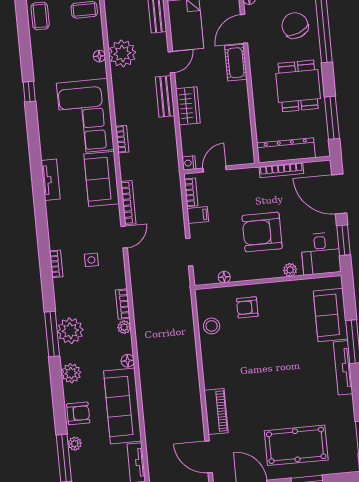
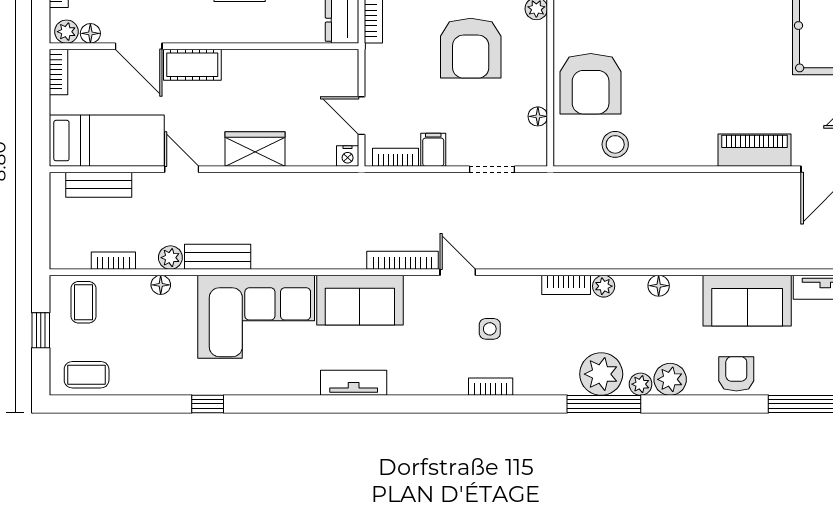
plant: (122, 53) -> (170, 258), width x0.53, depth x0.53
bench: (165, 96) -> (218, 257), moved
bookcase: (122, 139) -> (113, 261), moved
armchair: (247, 307) -> (591, 84), width x1.88, depth x1.88
sofa: (123, 406) -> (747, 301), width x0.73
plant: (75, 444) -> (641, 384), moved

